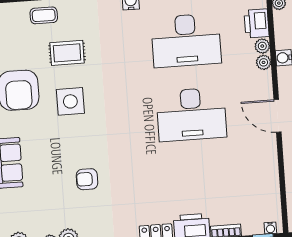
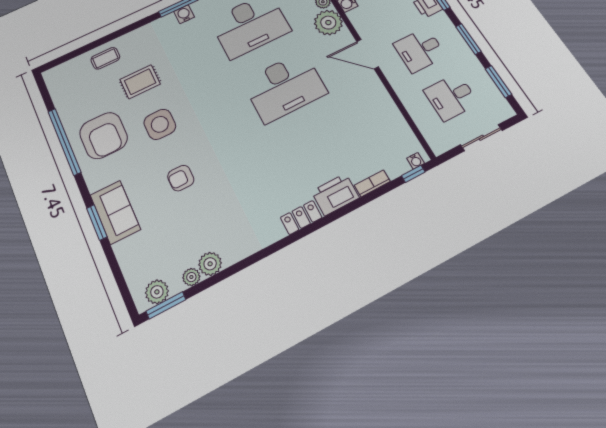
plant: (264, 62) -> (328, 23), width x1.88, depth x1.88
armchair: (87, 179) -> (181, 178), moved

